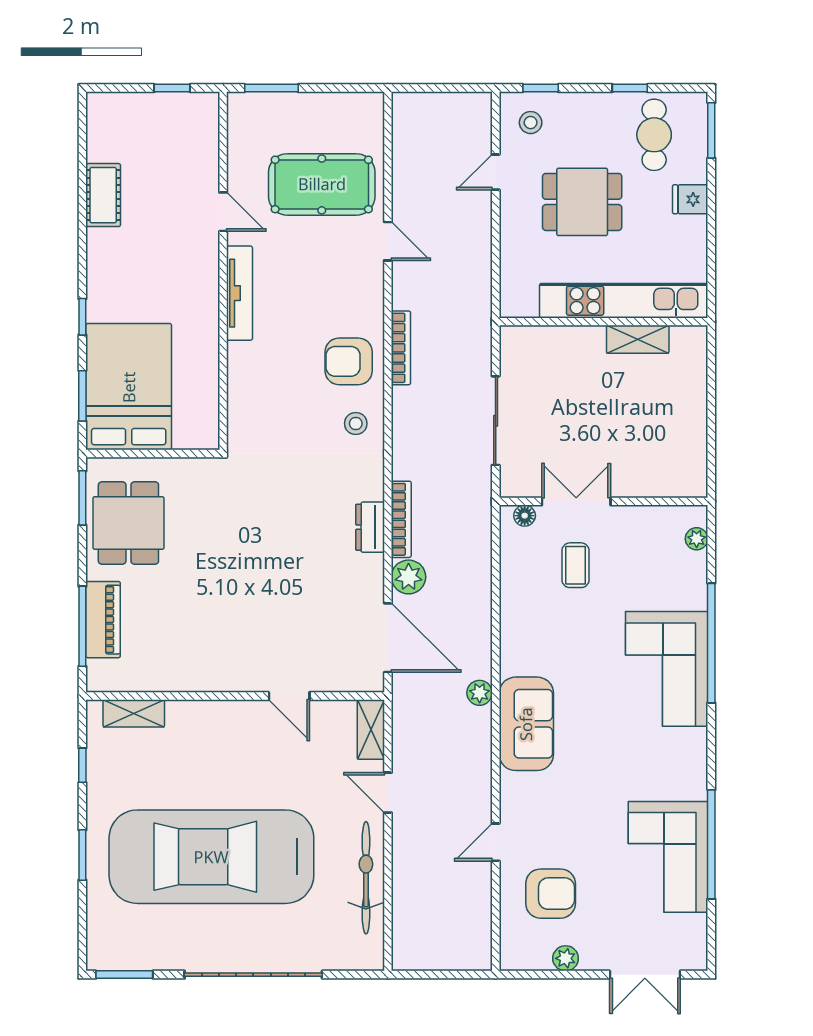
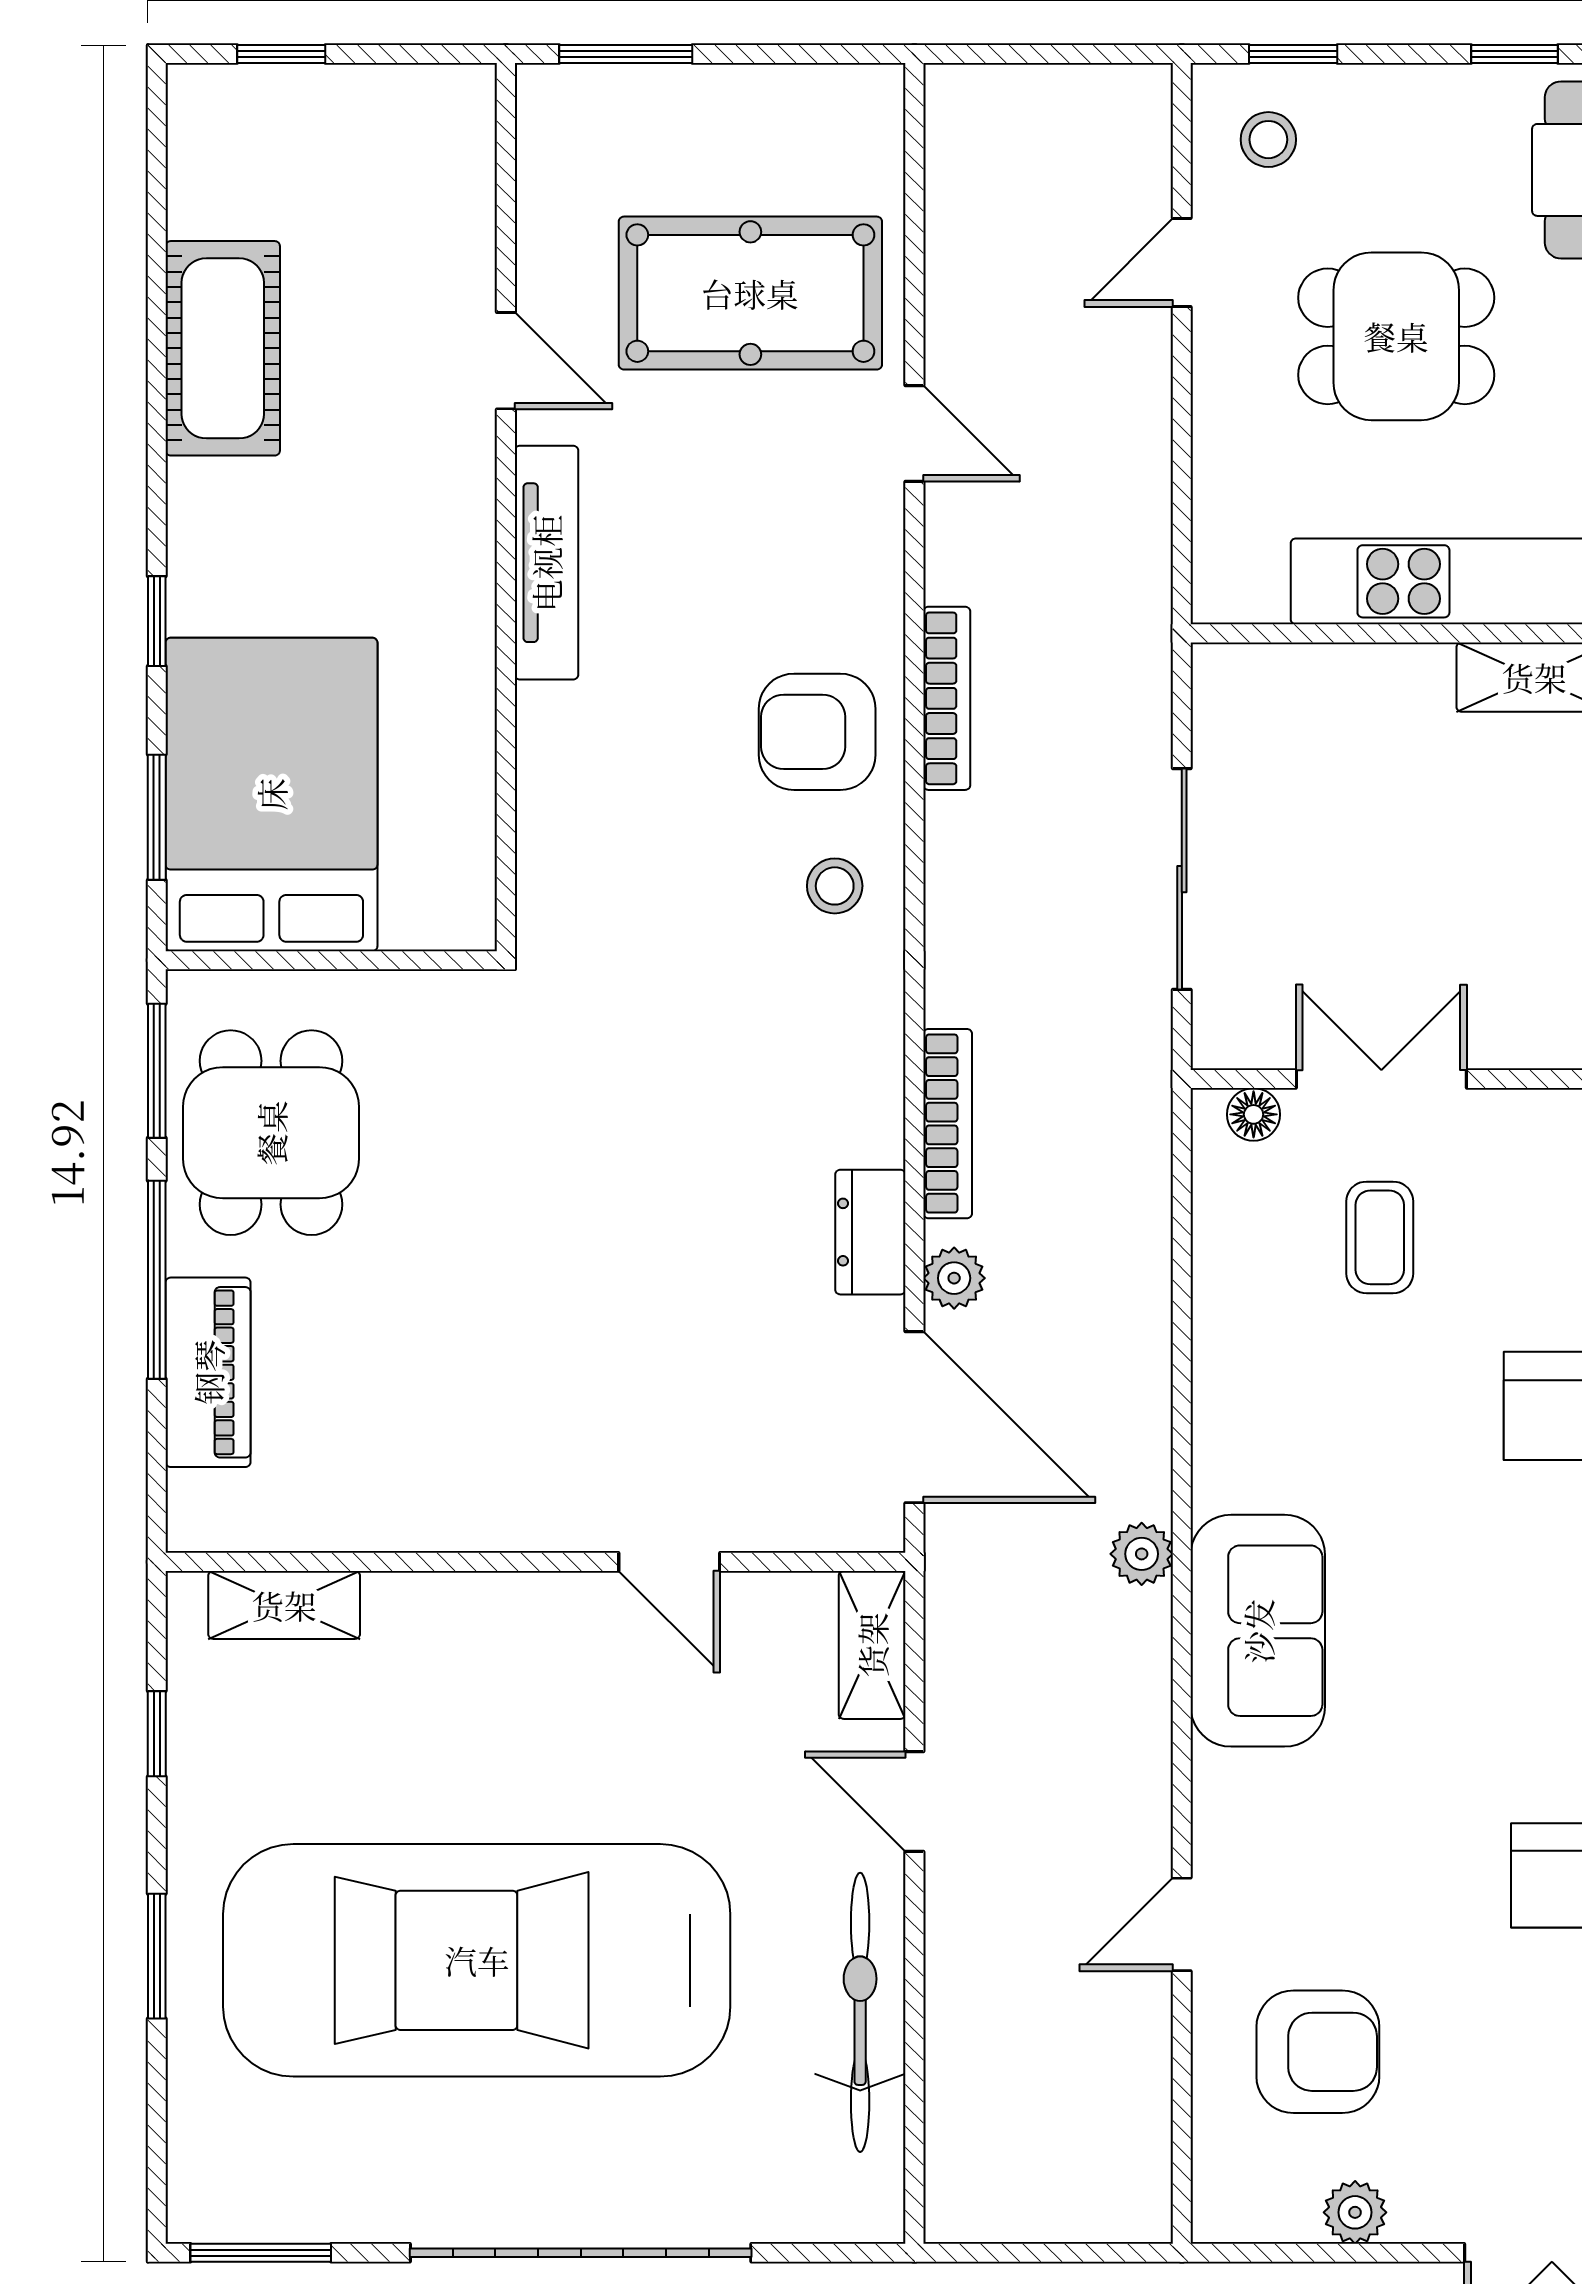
window: (172, 88) -> (281, 54), moved
cot: (103, 195) -> (223, 348), width x1.37, depth x1.34
dresser: (370, 527) -> (870, 1232), moved
plant: (409, 577) -> (954, 1278), width x0.73, depth x0.73
window: (82, 626) -> (157, 1280), moved

